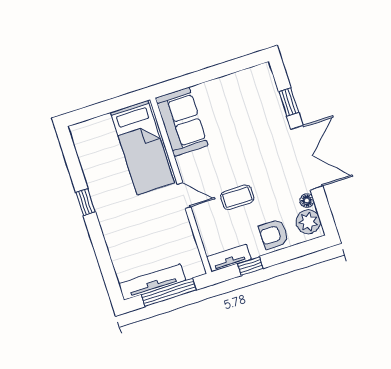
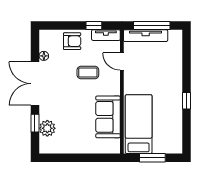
window: (108, 107) -> (152, 158), added
sofa: (182, 122) -> (108, 117), moved
door: (184, 196) -> (122, 62), moved
plant: (308, 222) -> (47, 128), moved
tv unit: (152, 282) -> (146, 36), moved

